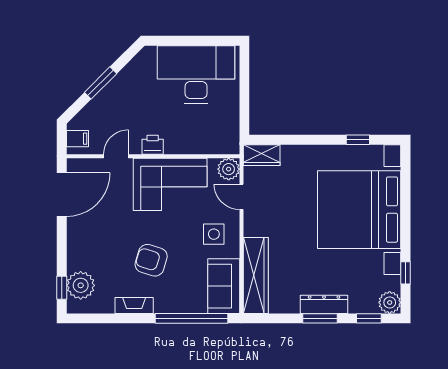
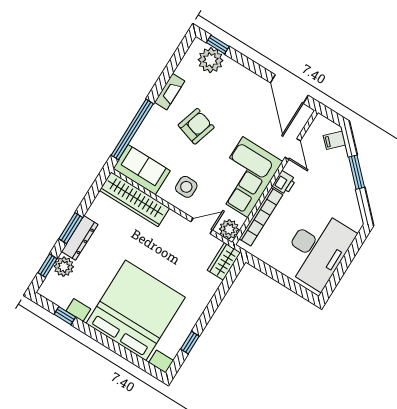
filing cabinet: (78, 139) -> (334, 140), moved, turned 45
bookcase: (198, 147) -> (261, 217), added
plant: (390, 302) -> (64, 267), moved

